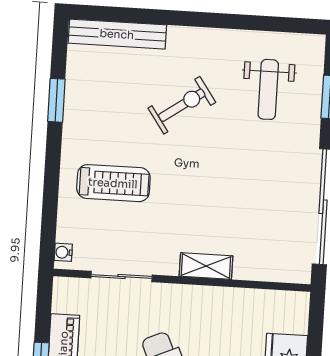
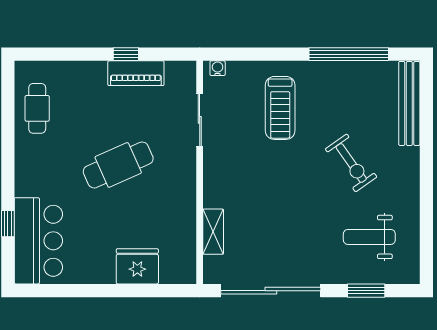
window: (56, 100) -> (349, 54), width x2.11
shelving: (206, 266) -> (213, 232), moved

